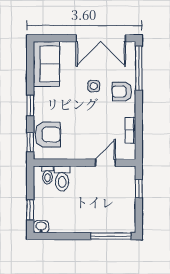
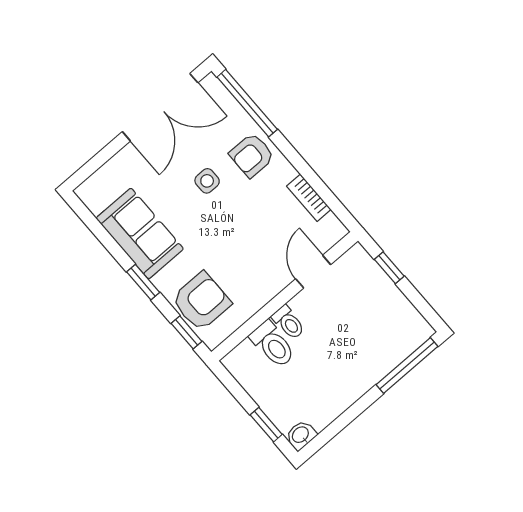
sofa: (46, 64) -> (140, 233), moved
toilet: (48, 175) -> (288, 322), moved

